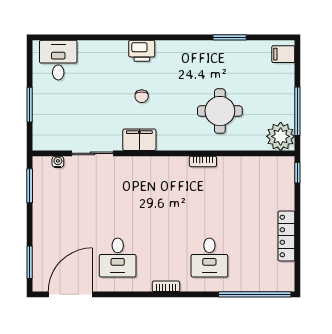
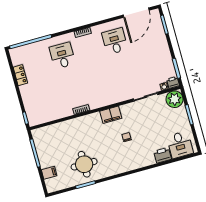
printer: (142, 51) -> (163, 155), moved
filing cabinet: (283, 54) -> (49, 173), moved
round table: (220, 111) -> (84, 164), moved
plant: (281, 136) -> (175, 99), moved
filing cabinet: (139, 140) -> (111, 115), moved
printer: (42, 164) -> (173, 82), added
locker: (286, 236) -> (20, 75), width x0.66

